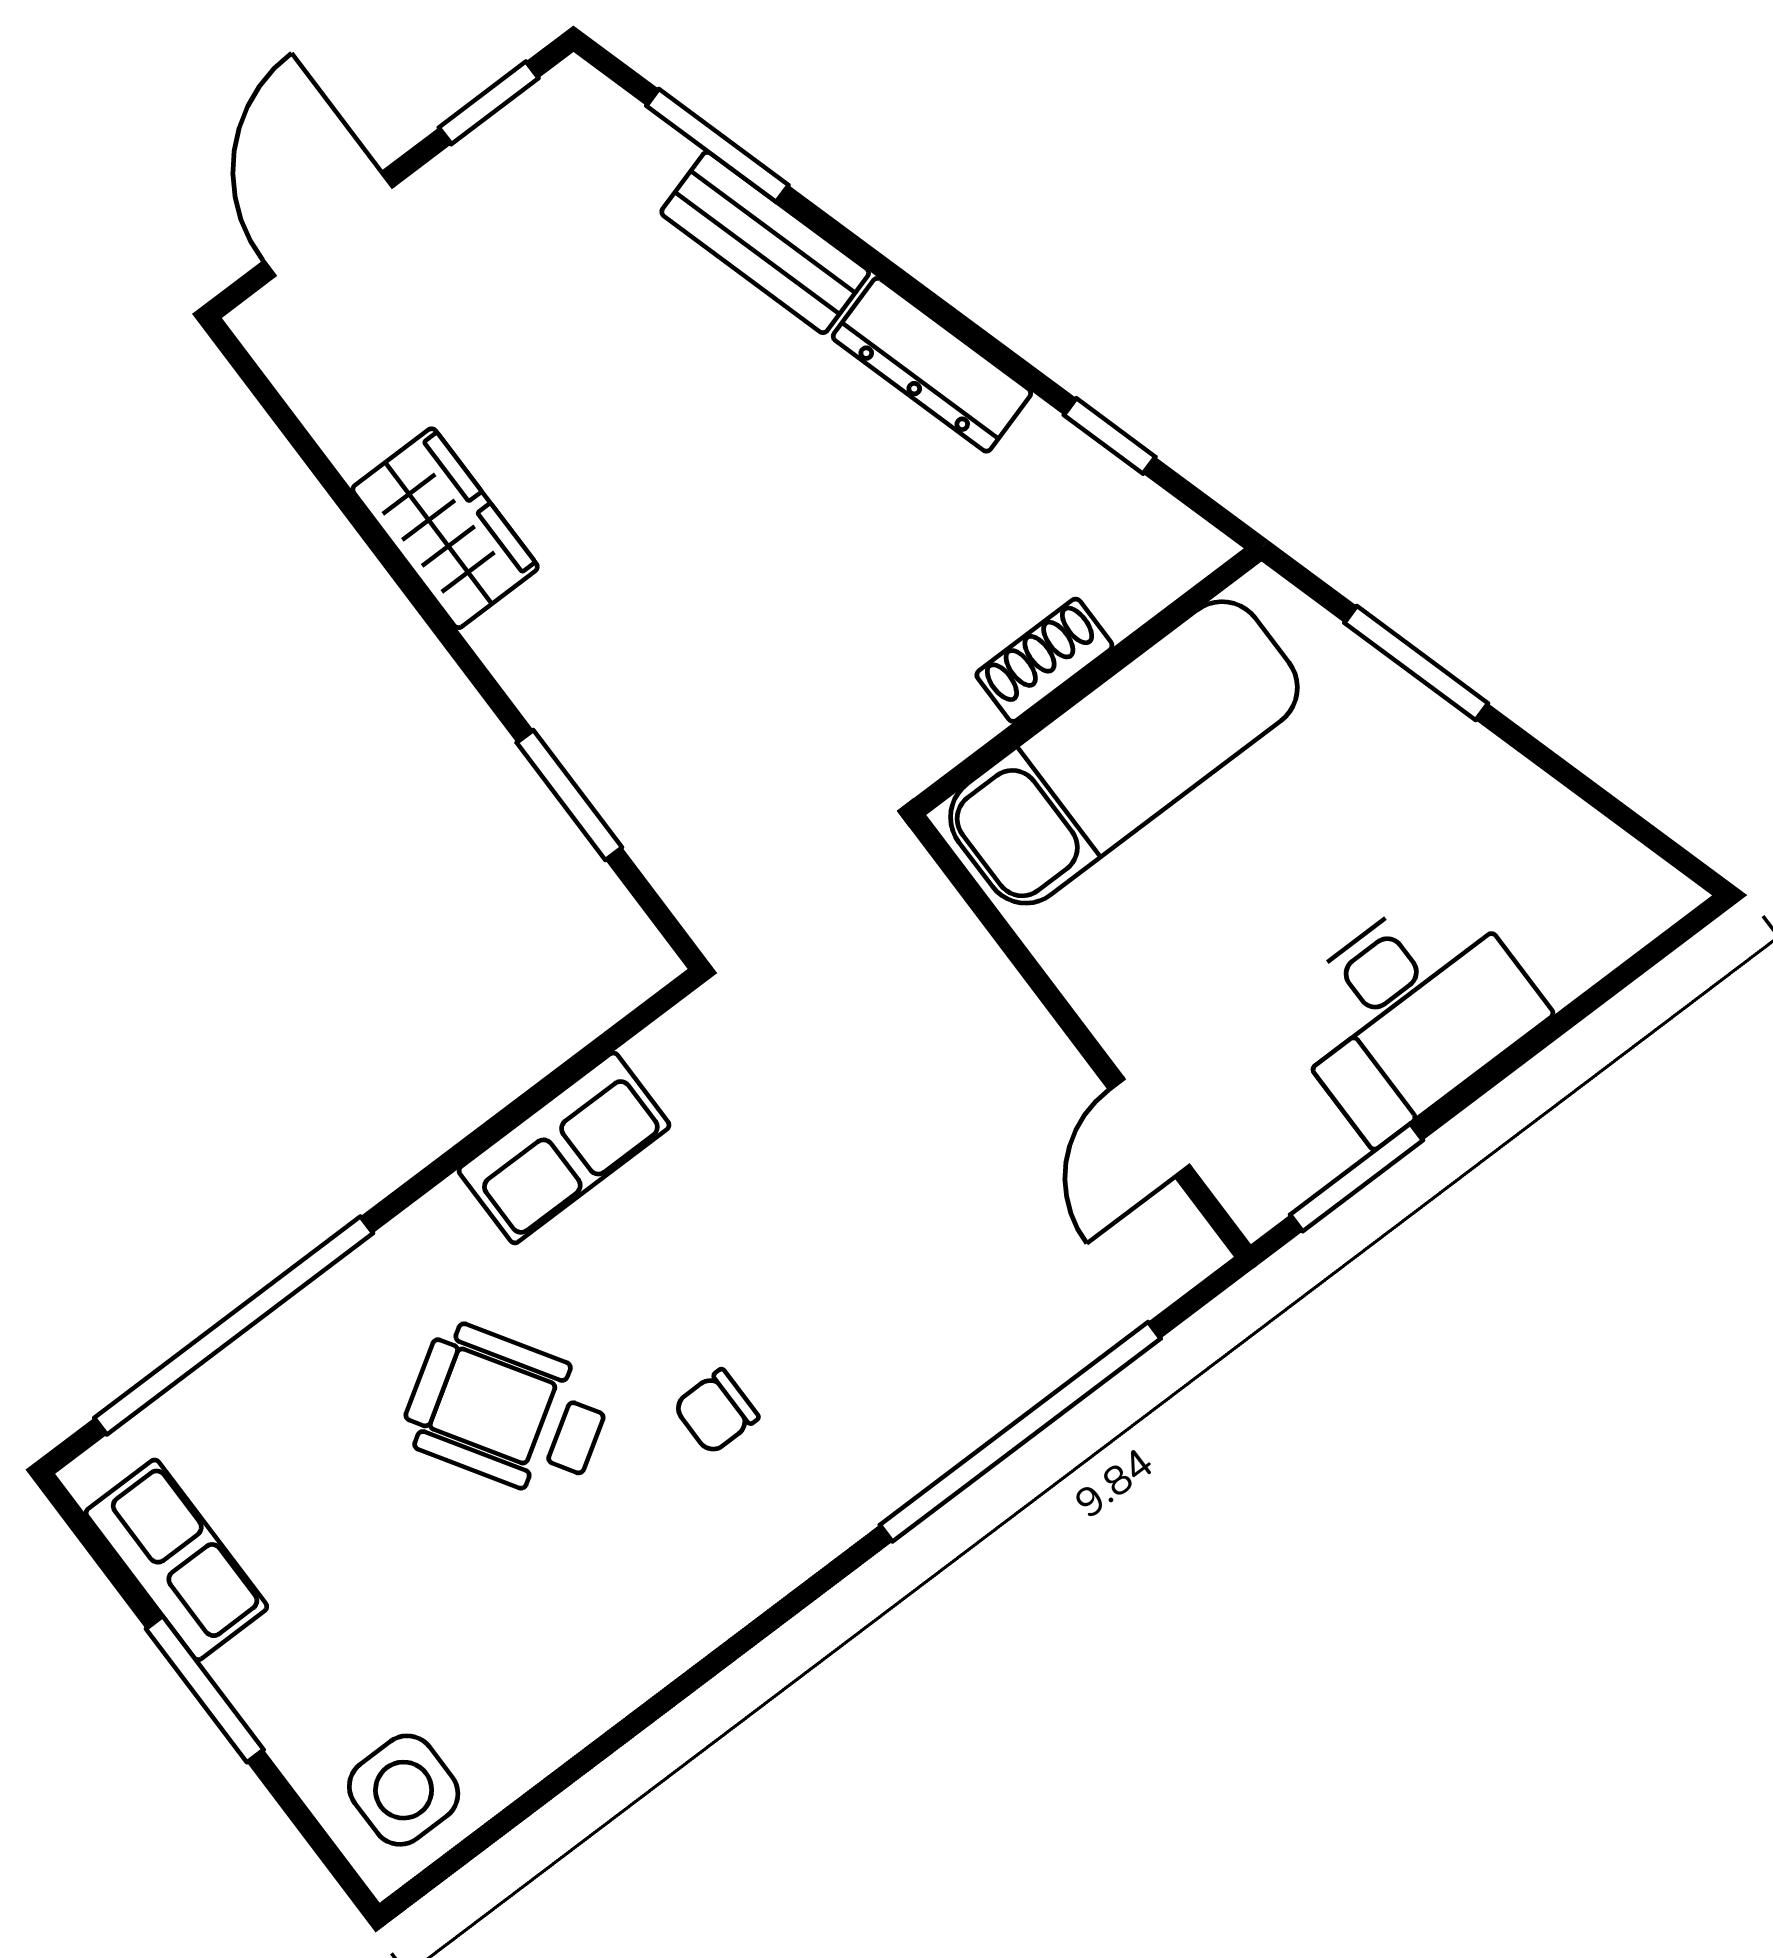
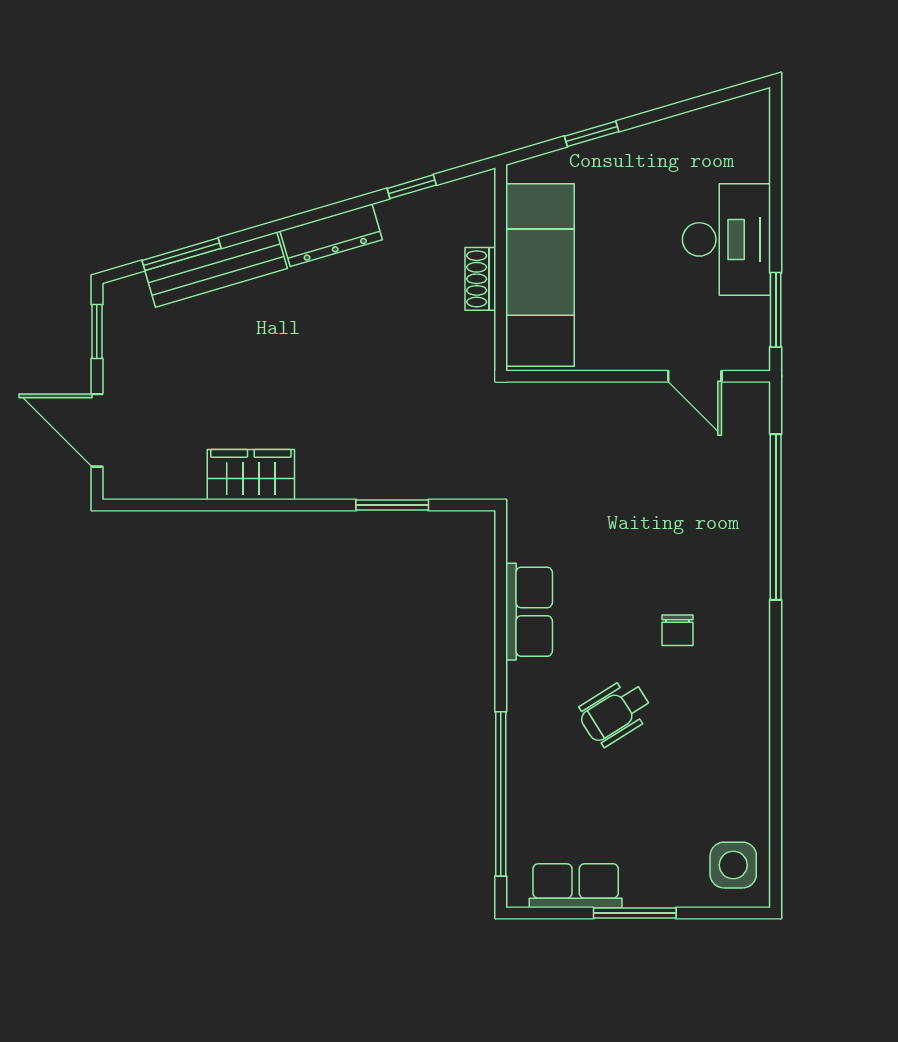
bench: (765, 242) -> (216, 270), width x1.36
window: (1416, 663) -> (592, 134), width x0.67
wheelchair: (506, 1411) -> (615, 712), width x0.73, depth x0.73

